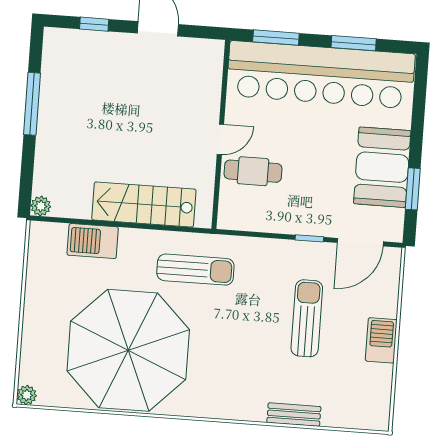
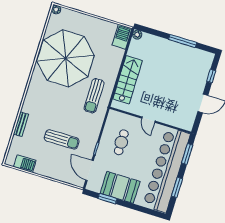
cafe table: (253, 171) -> (121, 142), moved
barbecue: (93, 241) -> (122, 37), moved
barbecue: (381, 340) -> (25, 164), moved

